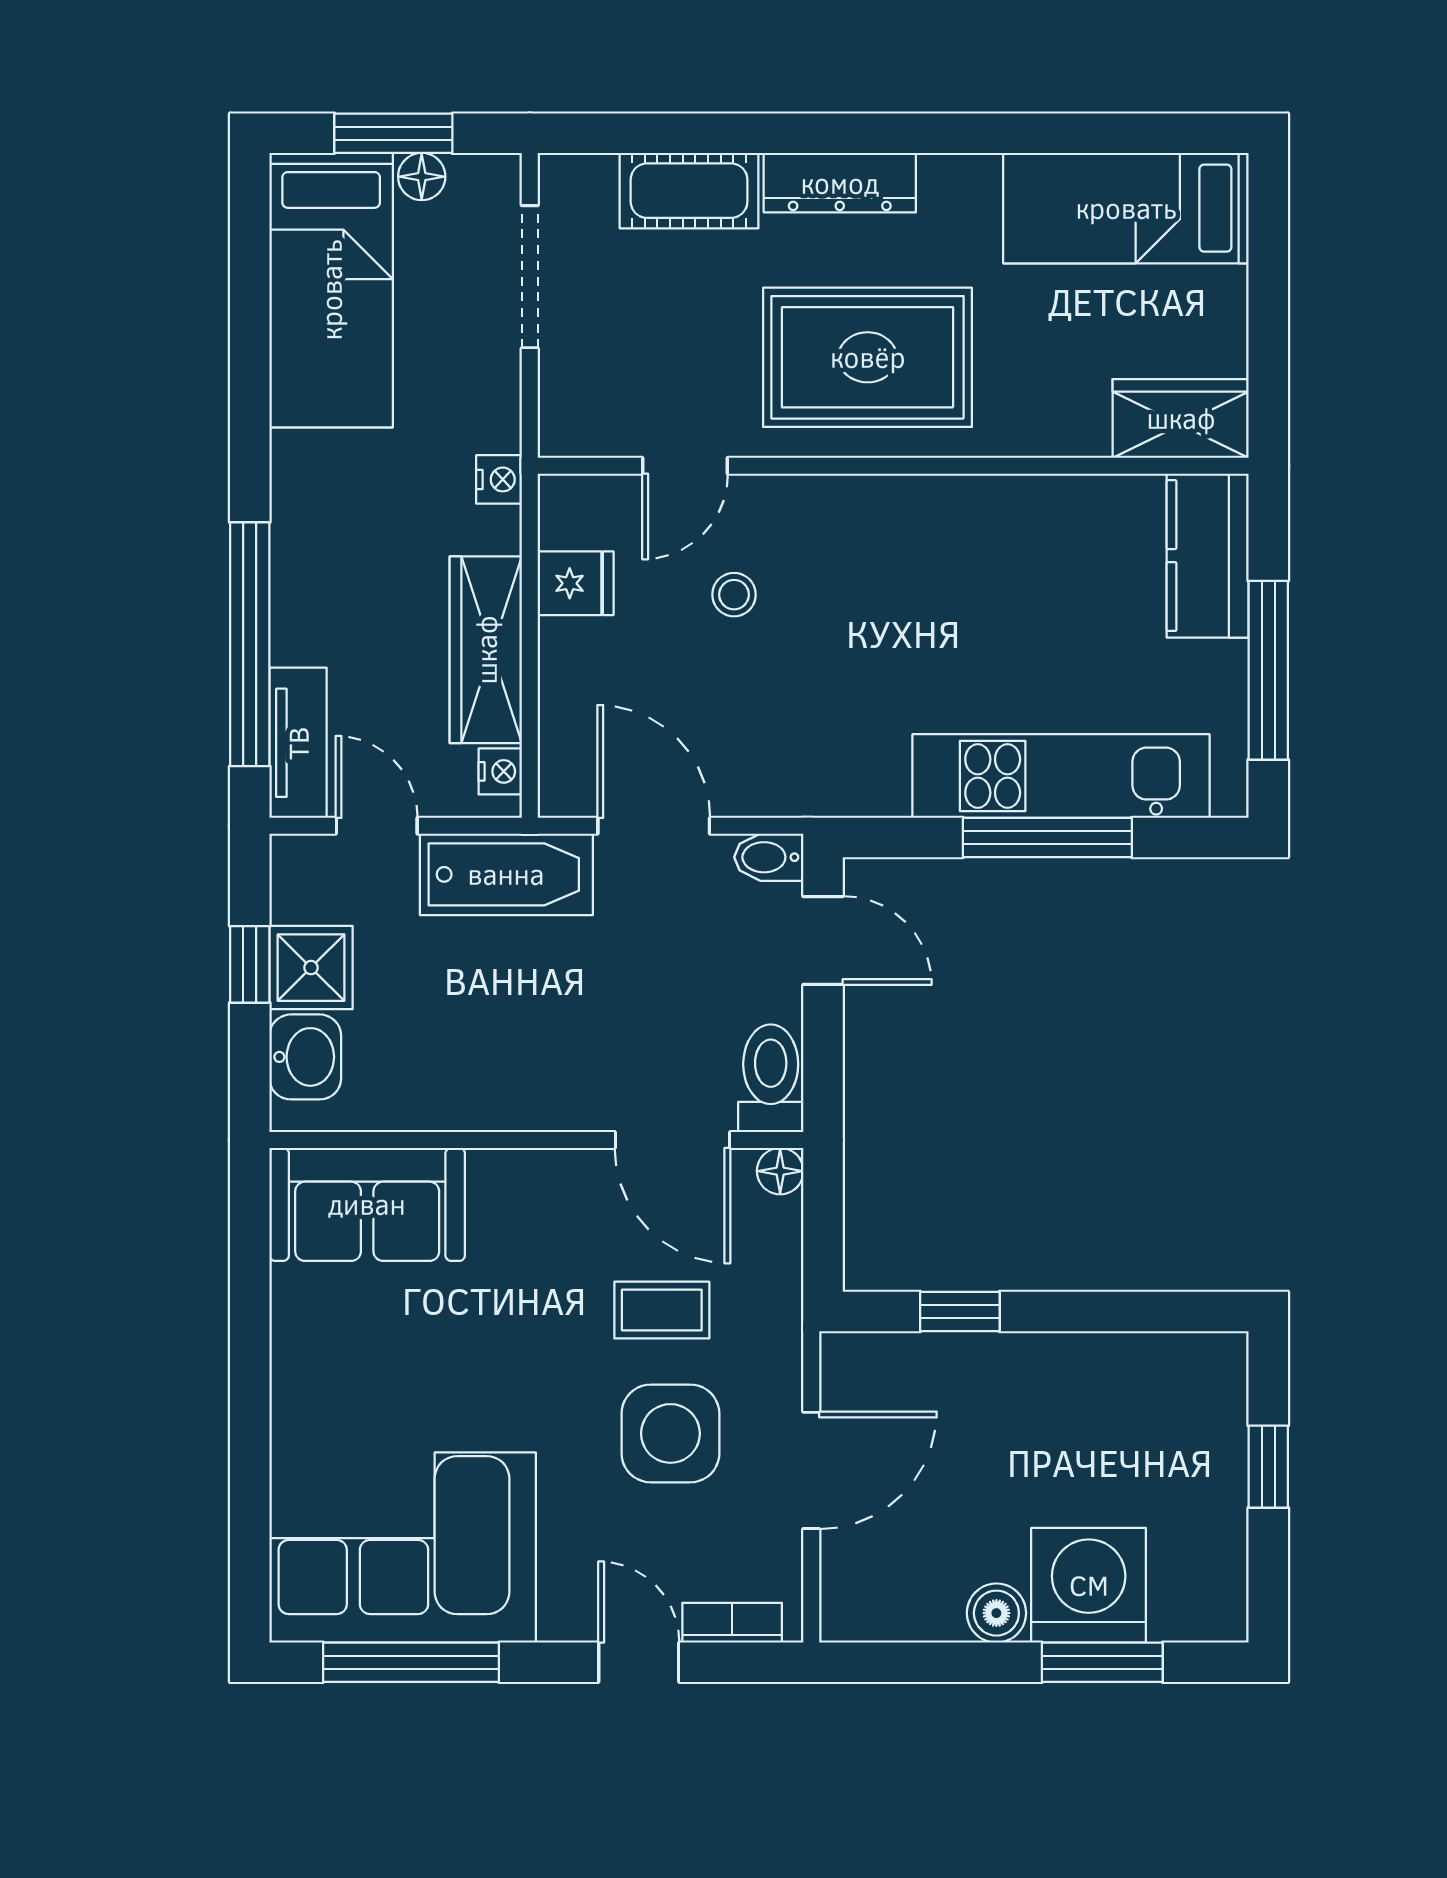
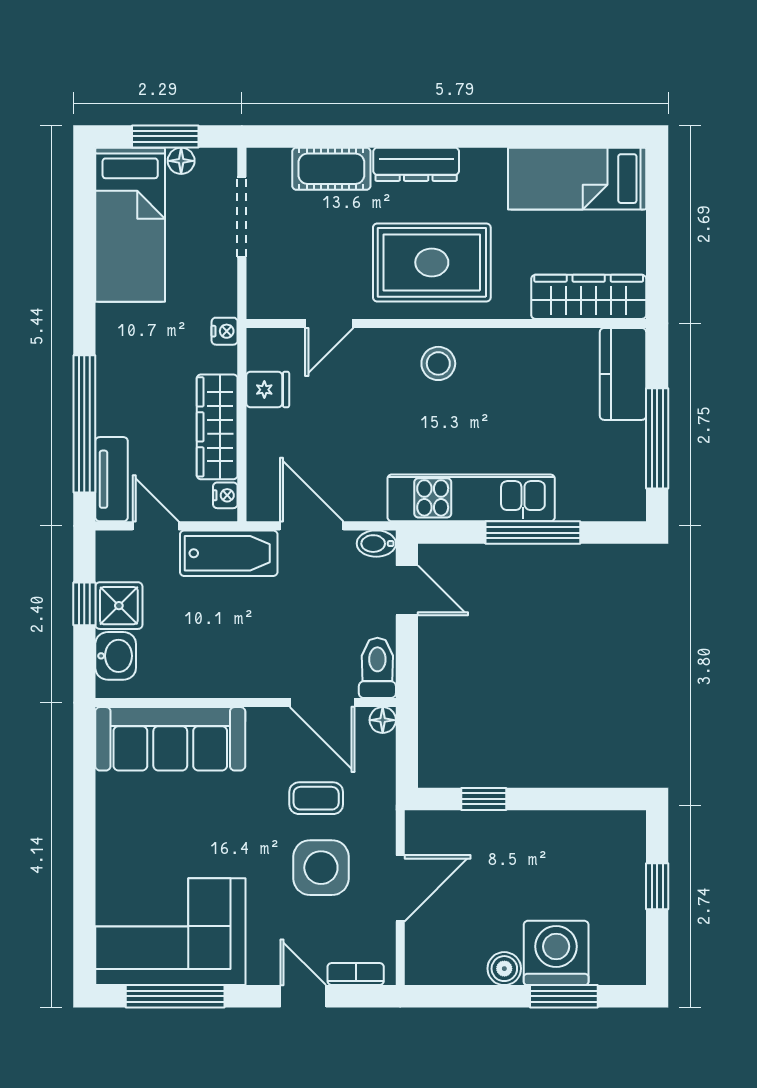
wardrobe: (1181, 418) -> (589, 297), width x1.50
stool: (734, 595) -> (438, 363), moved, width x1.37, depth x1.37
kitchen unit: (1061, 776) -> (471, 498), moved
sofa: (367, 1204) -> (170, 739), width x1.36

